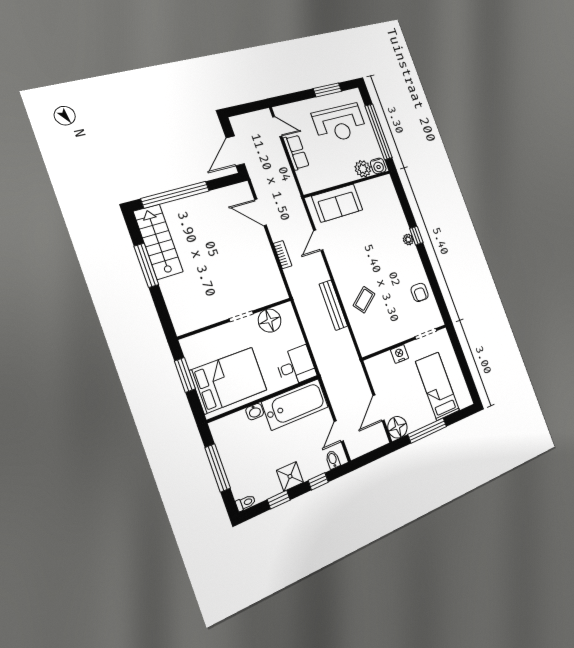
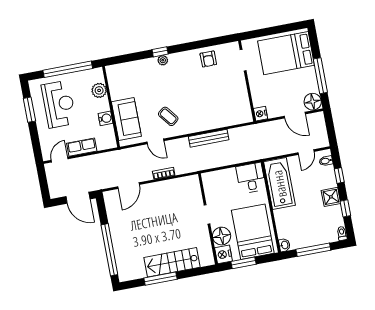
water cooler: (378, 166) -> (106, 118), moved
stairs: (158, 242) -> (172, 262), moved
armchair: (420, 292) -> (208, 59), turned 90
coffee table: (364, 300) -> (168, 116), moved
floor lamp: (270, 321) -> (222, 236), moved
nightstand: (192, 346) -> (223, 254), added
nightstand: (400, 354) -> (261, 114), moved
bed: (437, 386) -> (286, 53), width x1.50
washbasin: (255, 412) -> (284, 245), moved
door: (339, 431) -> (306, 152), hinge flipped

